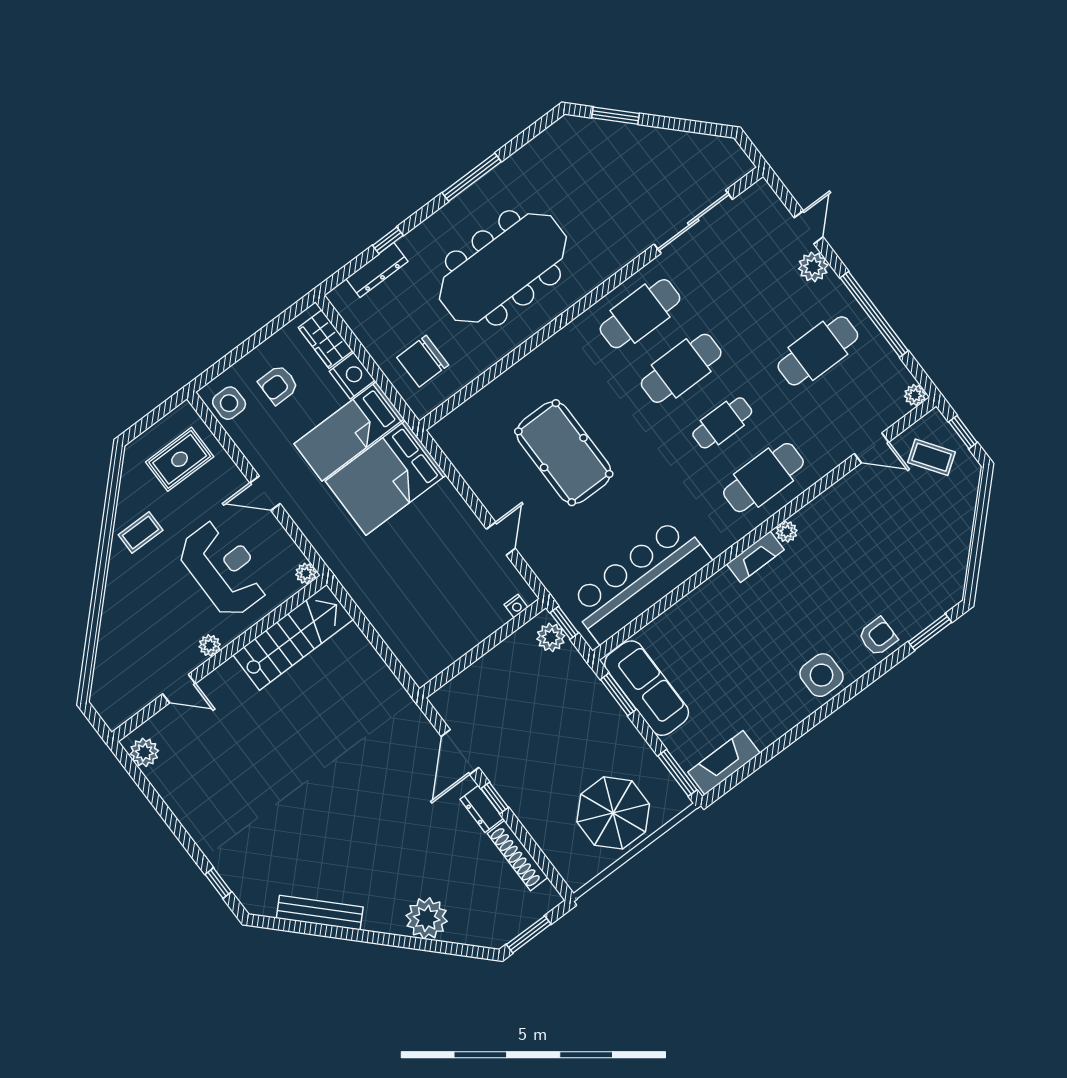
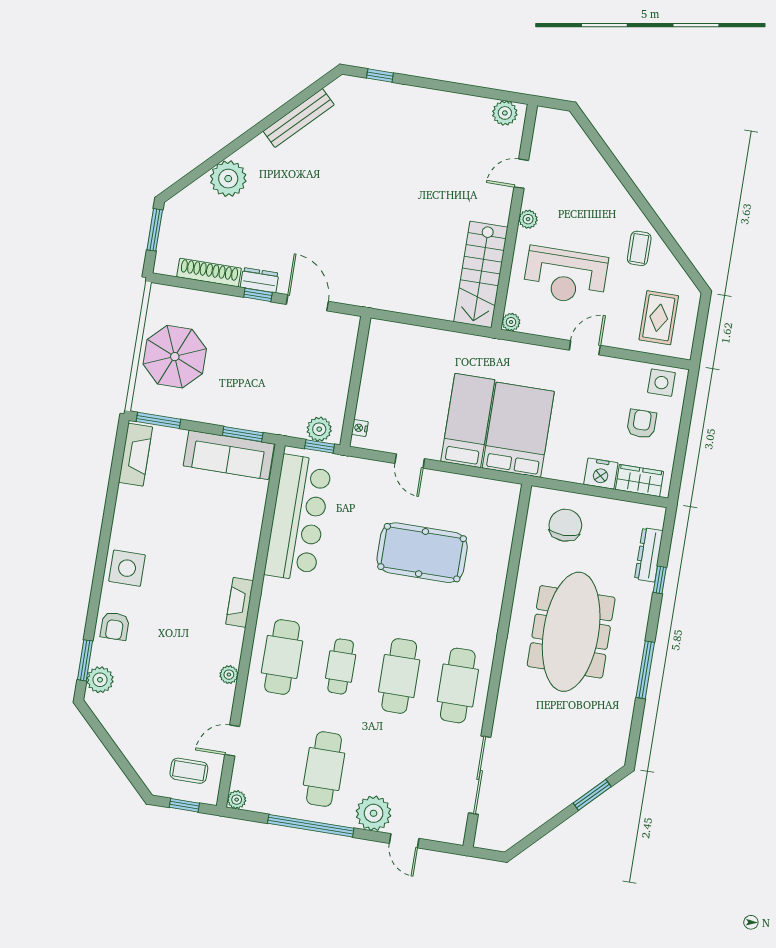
plant: (813, 267) -> (374, 813), width x1.36, depth x1.36
bed: (349, 431) -> (468, 420), moved
coffee table: (932, 457) -> (189, 771), turned 35
plant: (787, 532) -> (229, 675), moved
plant: (933, 604) -> (100, 680), added

